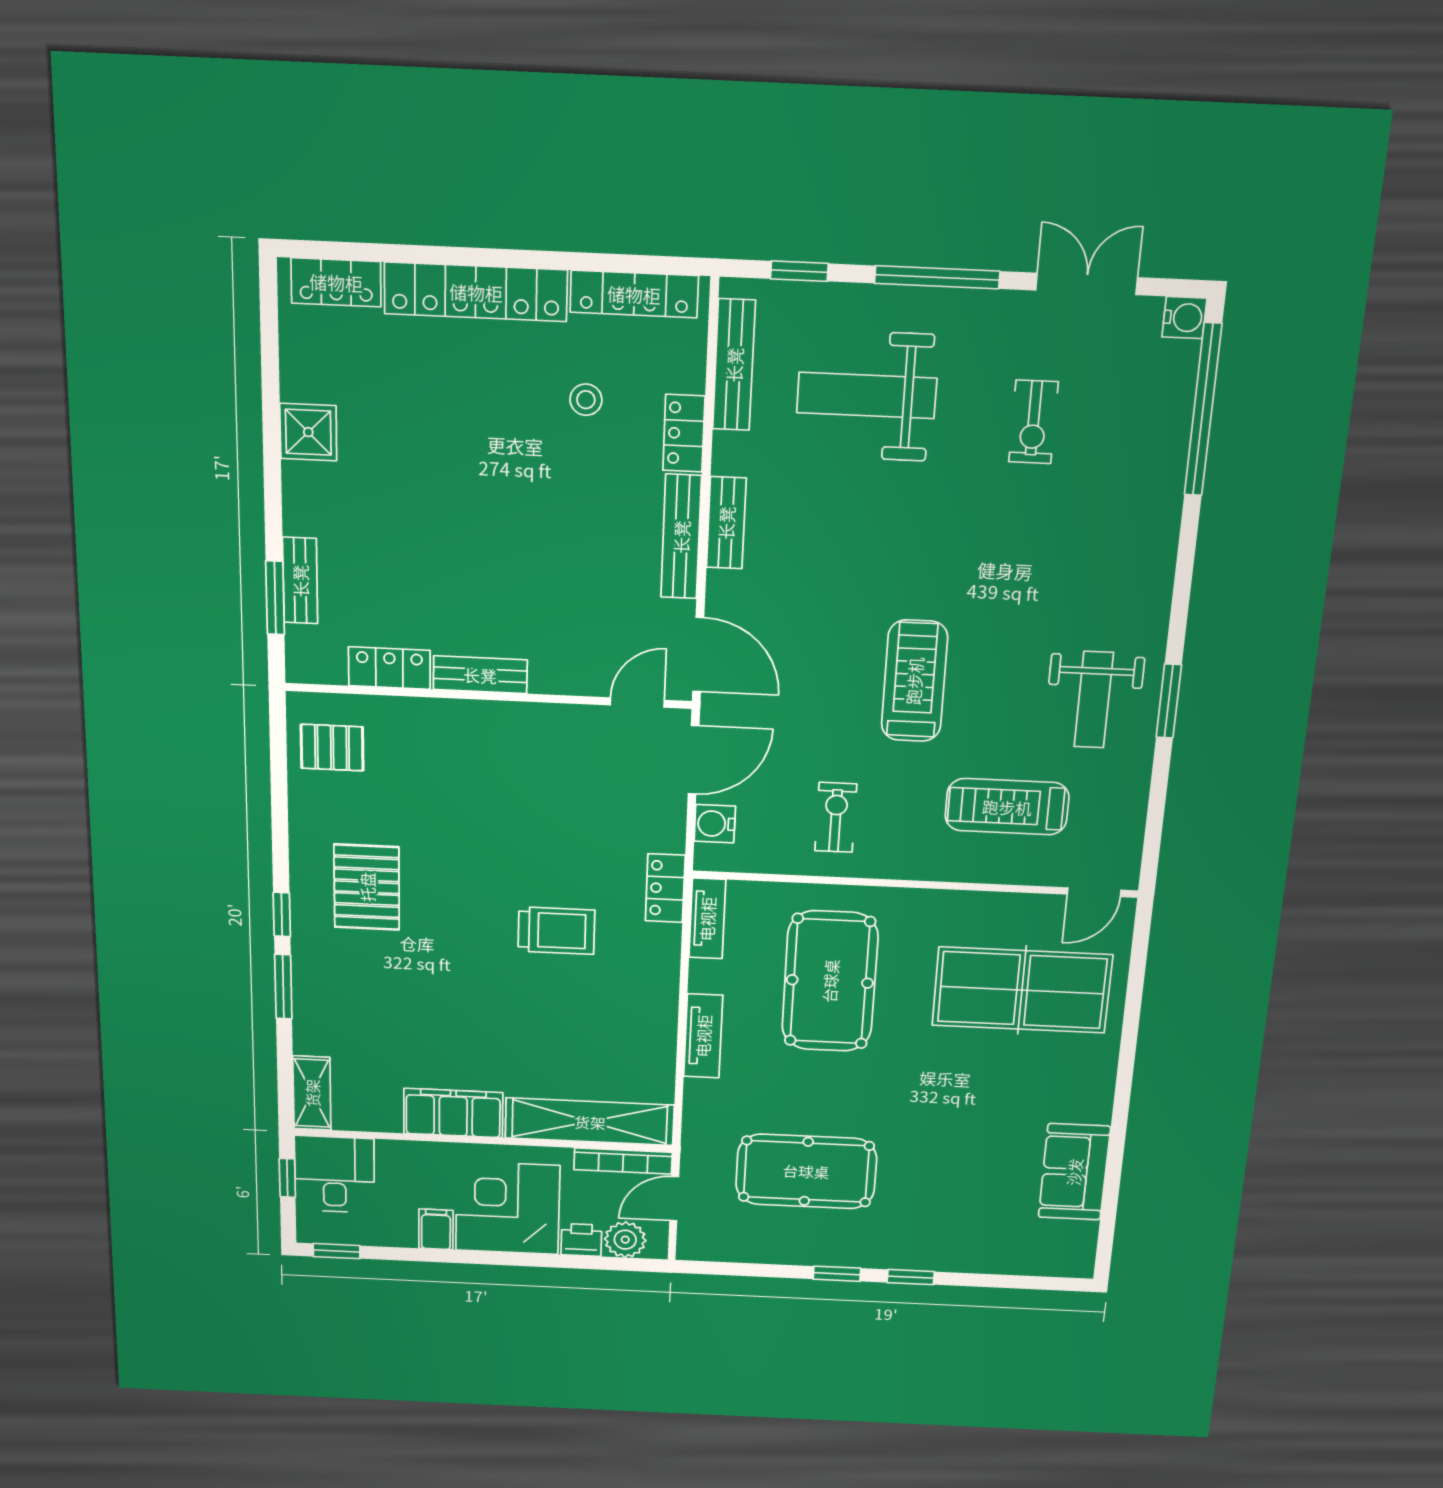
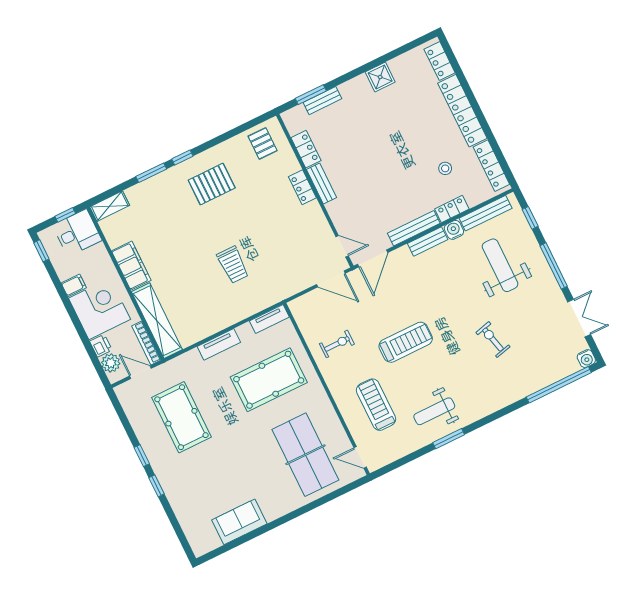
exercise bike: (1033, 422) -> (493, 340), moved, turned 76
water cooler: (715, 824) -> (454, 230), moved
locker: (665, 888) -> (302, 187), moved, turned -90

